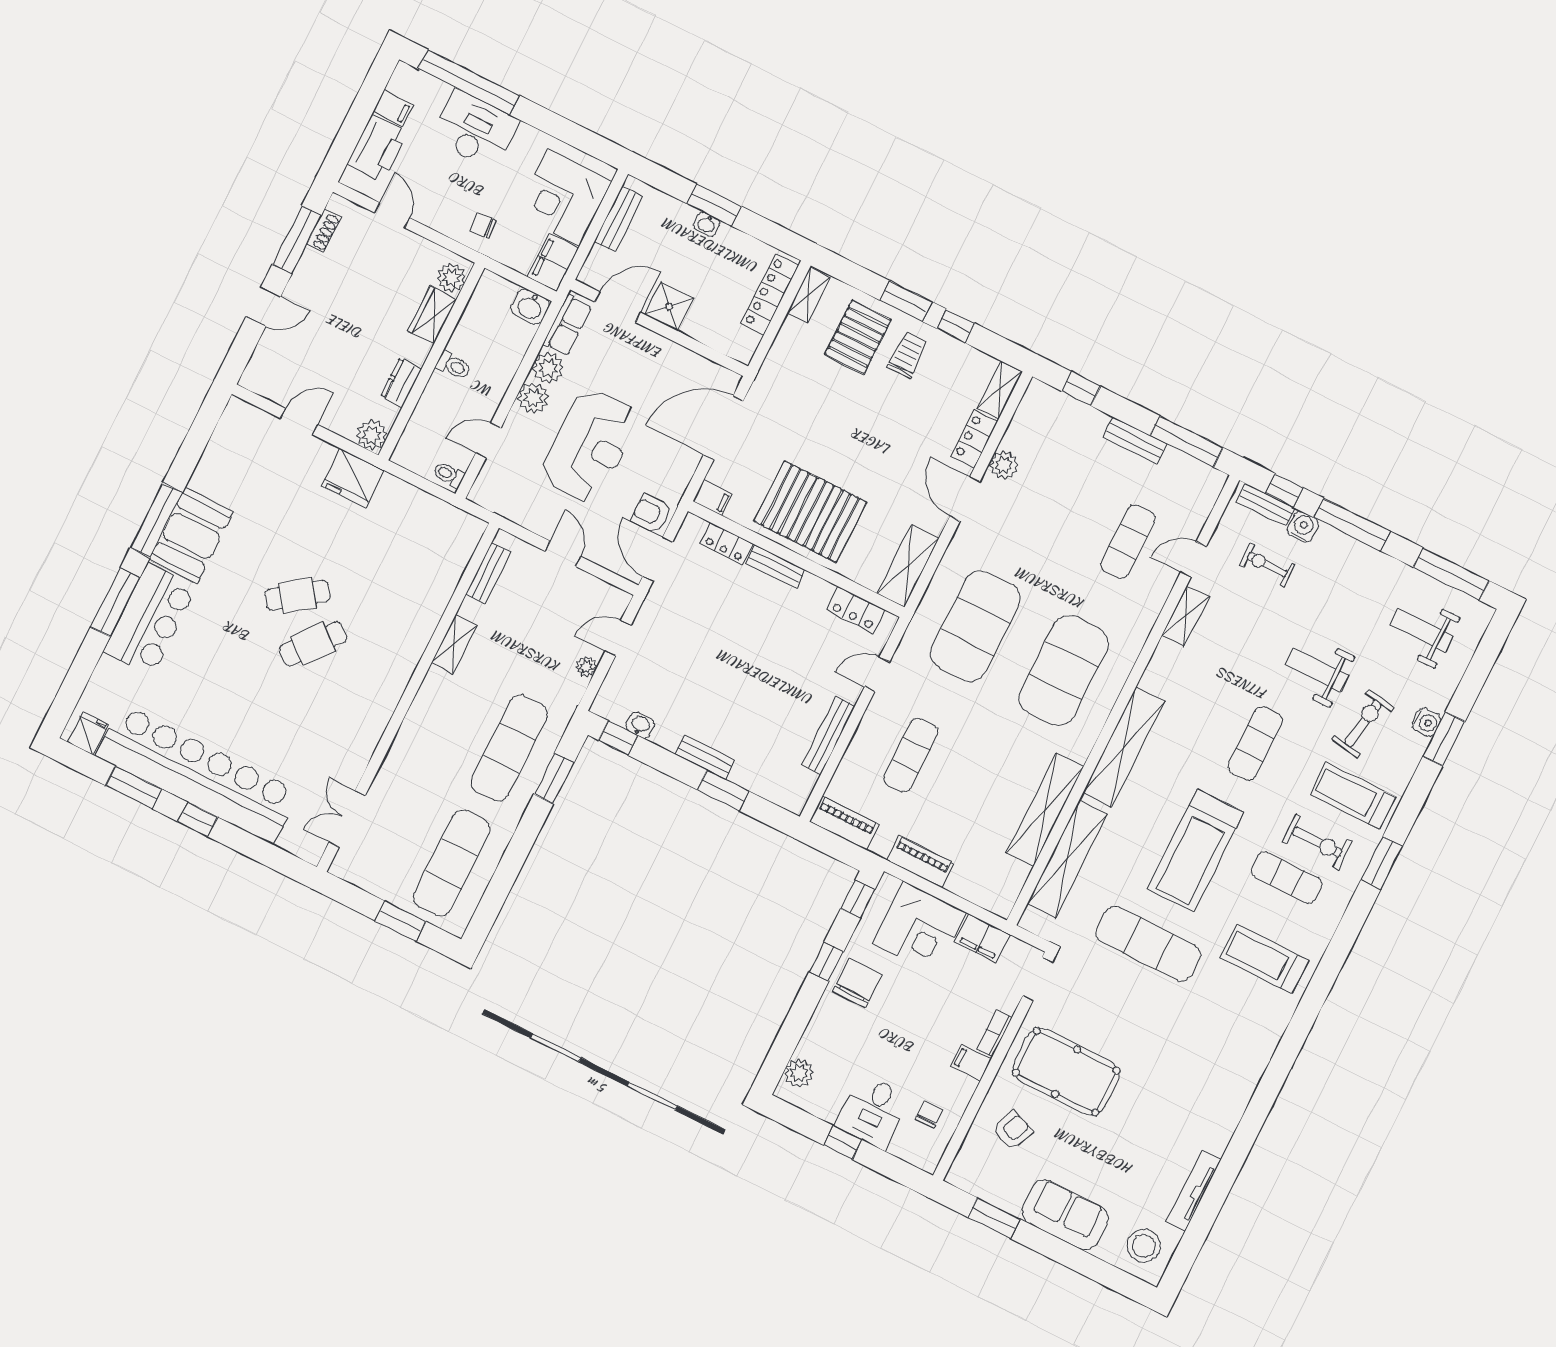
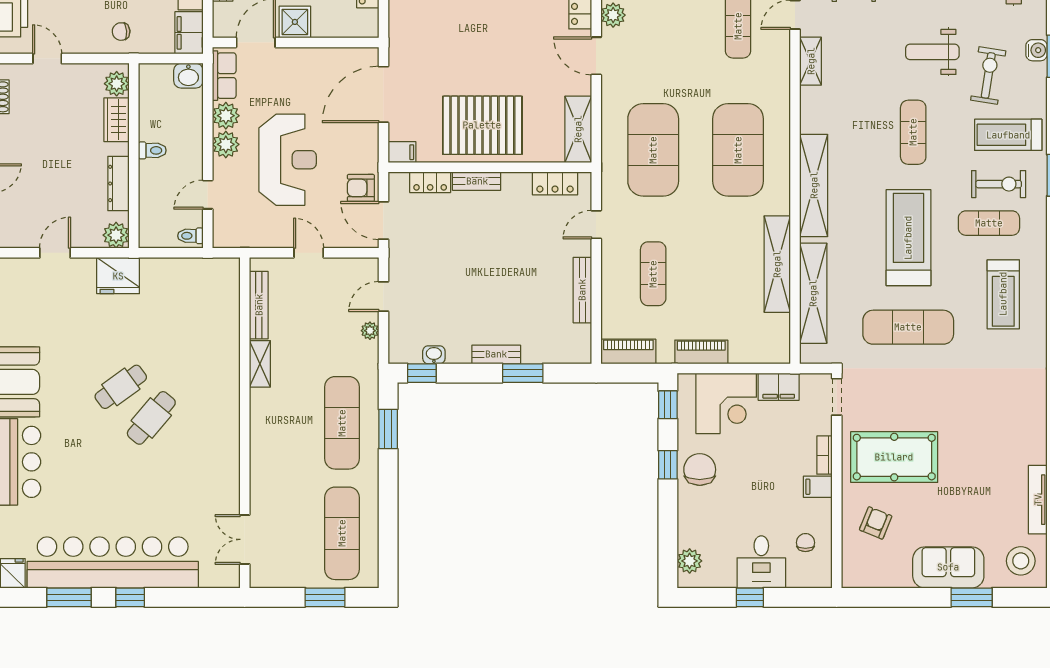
dresser: (401, 382) -> (118, 183), width x1.44
bench: (488, 573) -> (259, 305), width x1.36
treadmill: (1195, 851) -> (908, 238), turned 180
treadmill: (1264, 959) -> (1003, 294), turned -90
window: (994, 1218) -> (972, 597), moved

